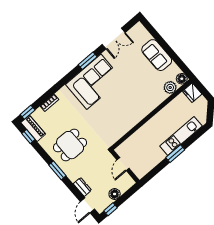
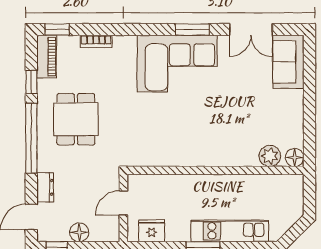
sofa: (157, 55) -> (288, 62), moved
fridge: (192, 93) -> (152, 231), moved, turned 90
window: (28, 136) -> (31, 82), moved
dining table: (70, 145) -> (76, 119), turned 90
window: (57, 170) -> (31, 138), width x2.11

